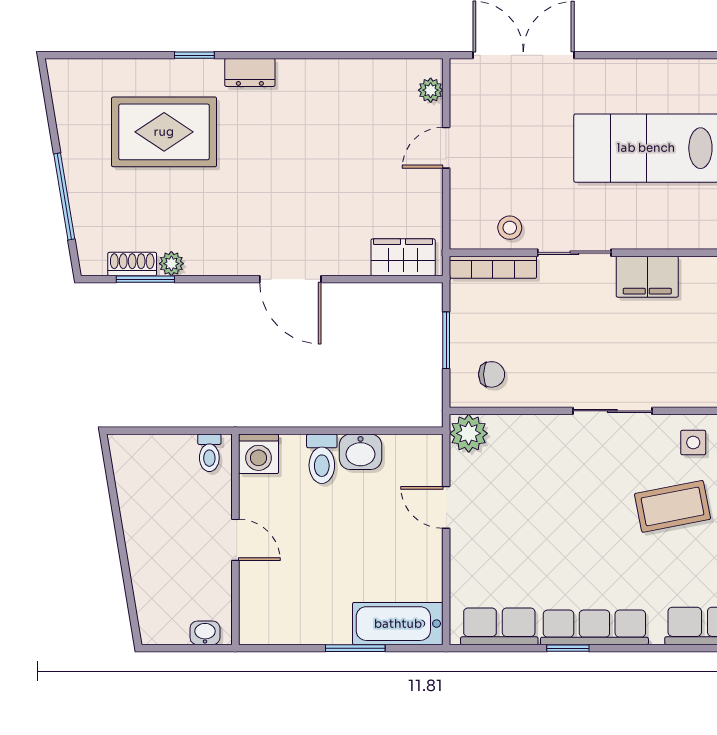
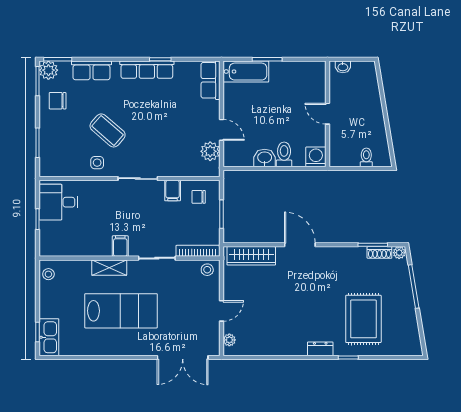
rug: (164, 132) -> (363, 319), turned 90
stool: (510, 228) -> (207, 270), moved
shelving: (669, 234) -> (109, 268), added
wardrobe: (403, 257) -> (251, 256), width x1.50
plant: (171, 264) -> (399, 253), moved
filing cabinet: (647, 277) -> (120, 246), width x0.50
filing cabinet: (543, 387) -> (173, 191), added
plant: (469, 433) -> (210, 151), moved
toilet: (209, 453) -> (366, 157), moved
coffee table: (672, 506) -> (108, 130), turned 52
row of seats: (499, 626) -> (210, 80), moved, turned 90

